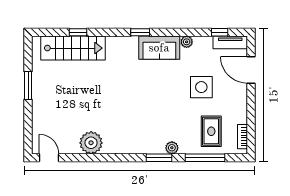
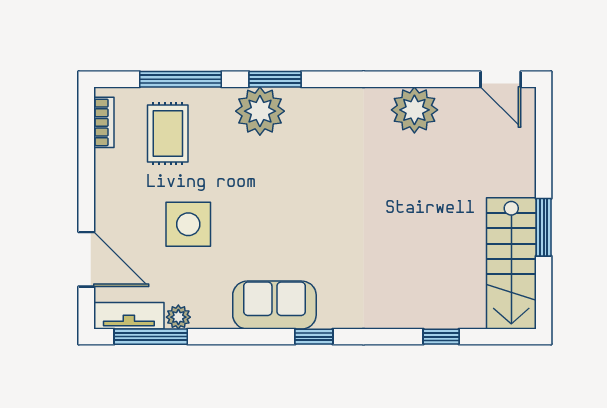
window: (220, 32) -> (151, 337), width x2.17
plant: (187, 42) -> (178, 317), moved
stairs: (73, 48) -> (511, 263), moved, turned -90
plant: (172, 148) -> (260, 111), width x1.88, depth x1.88

